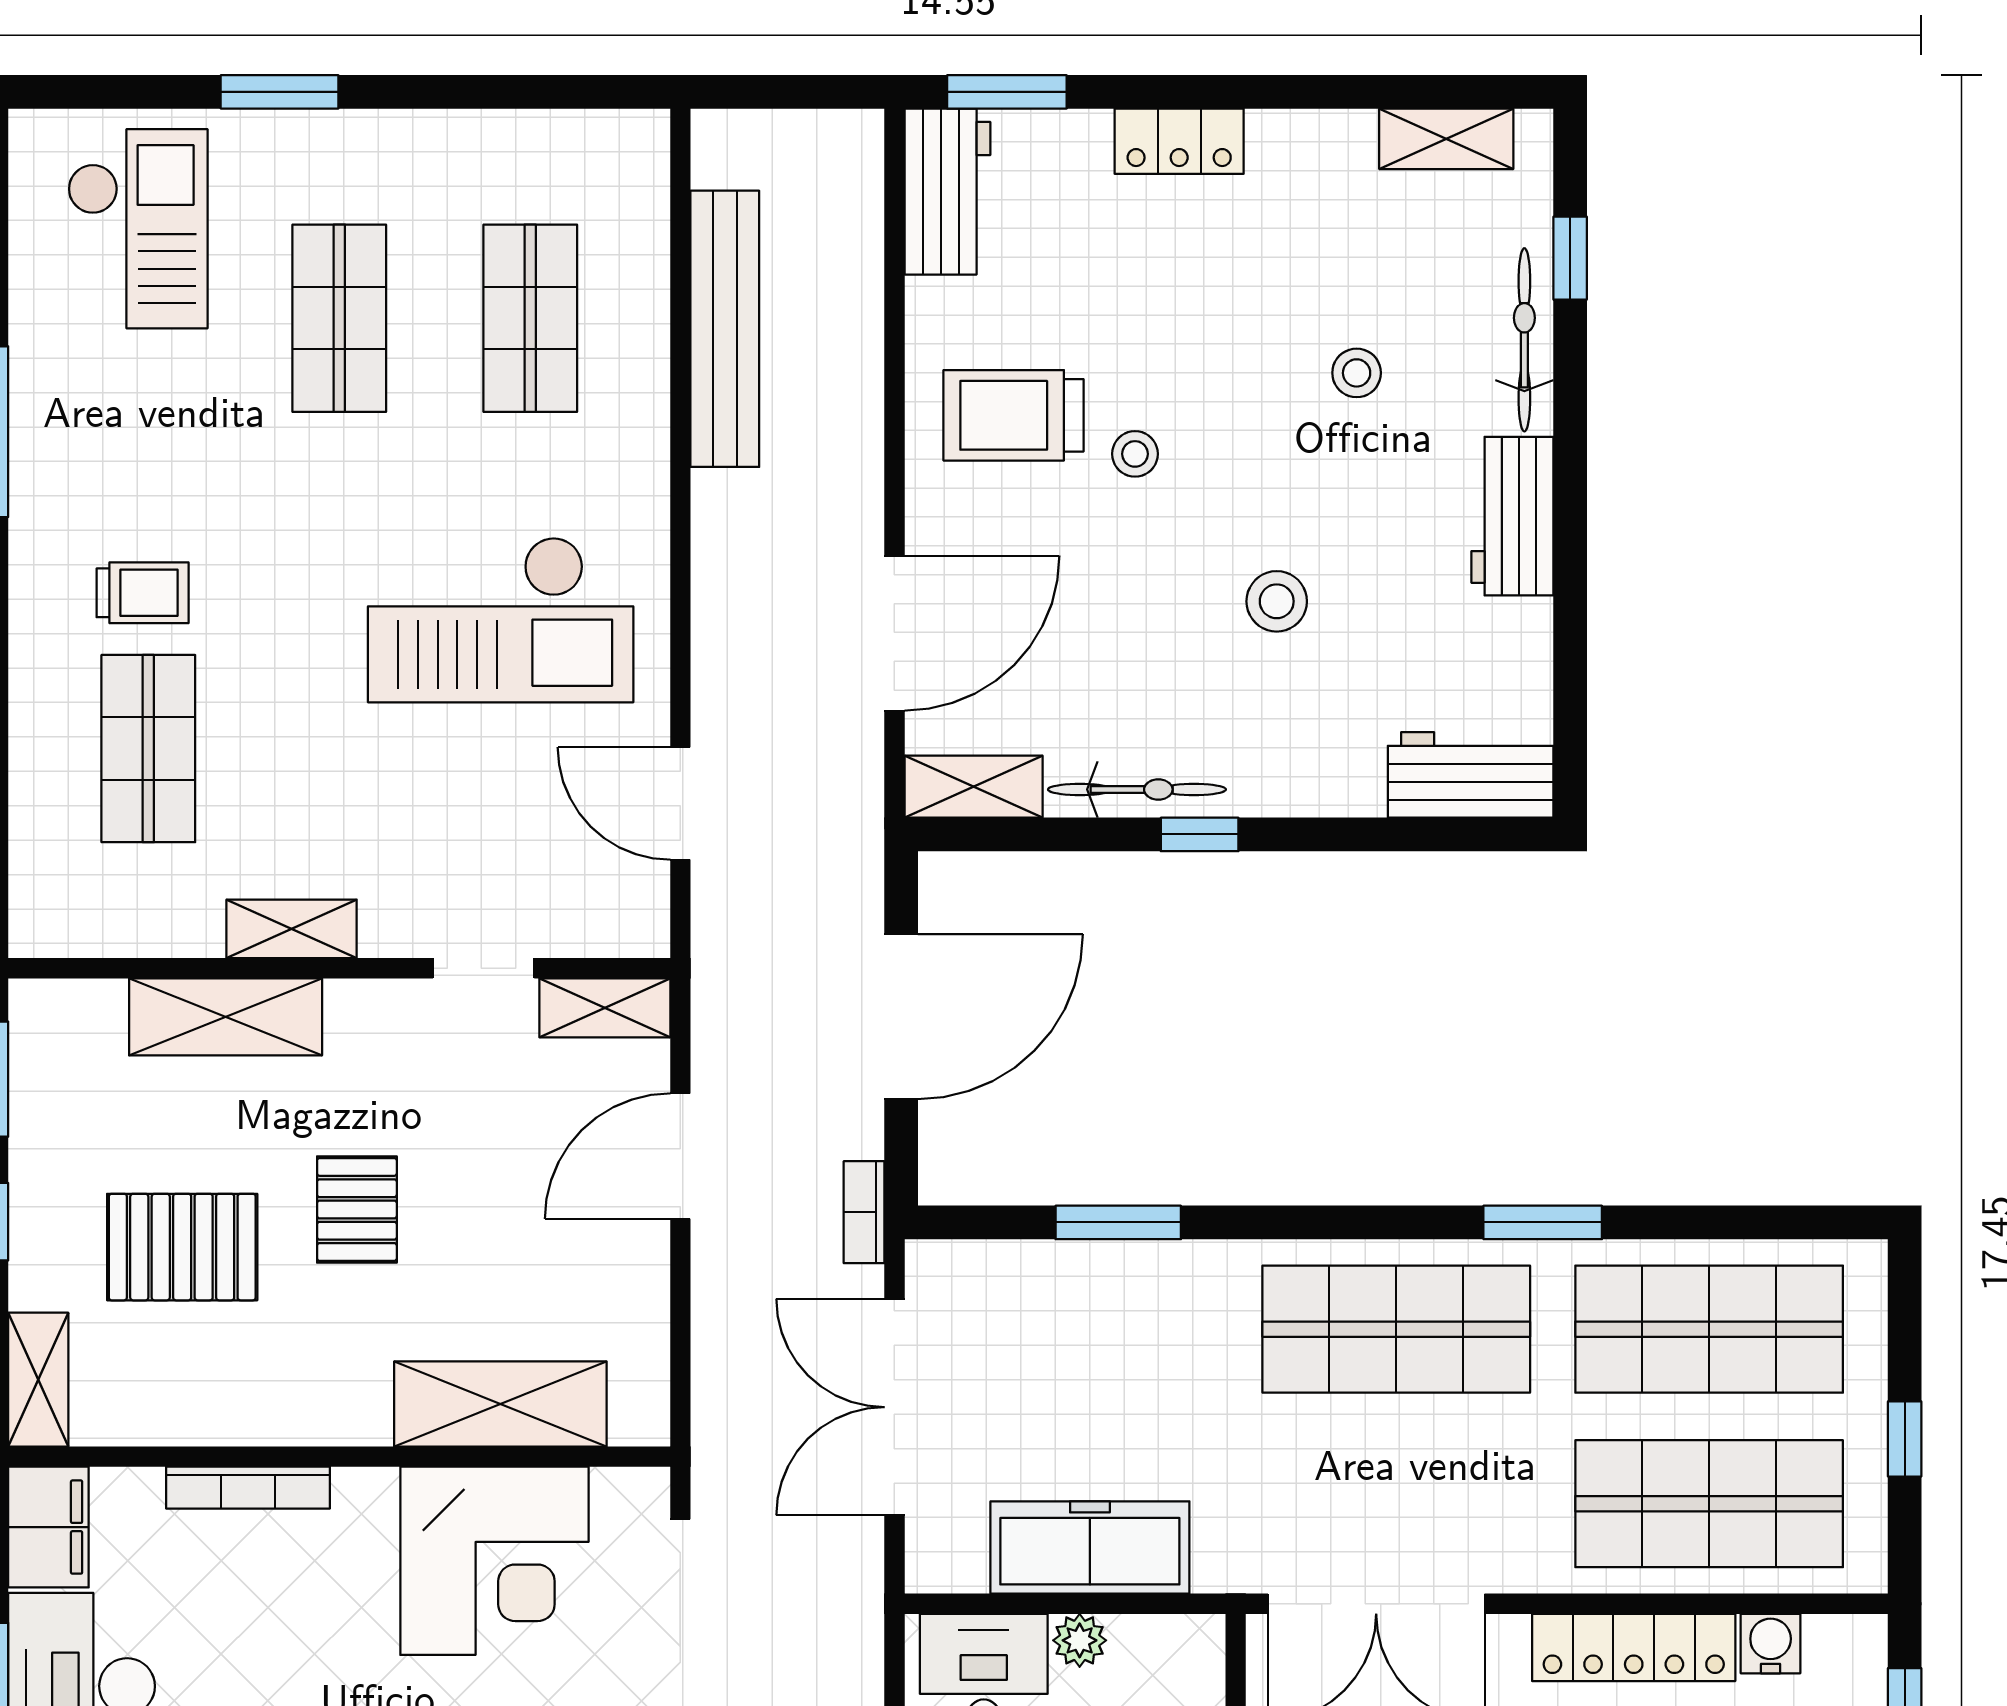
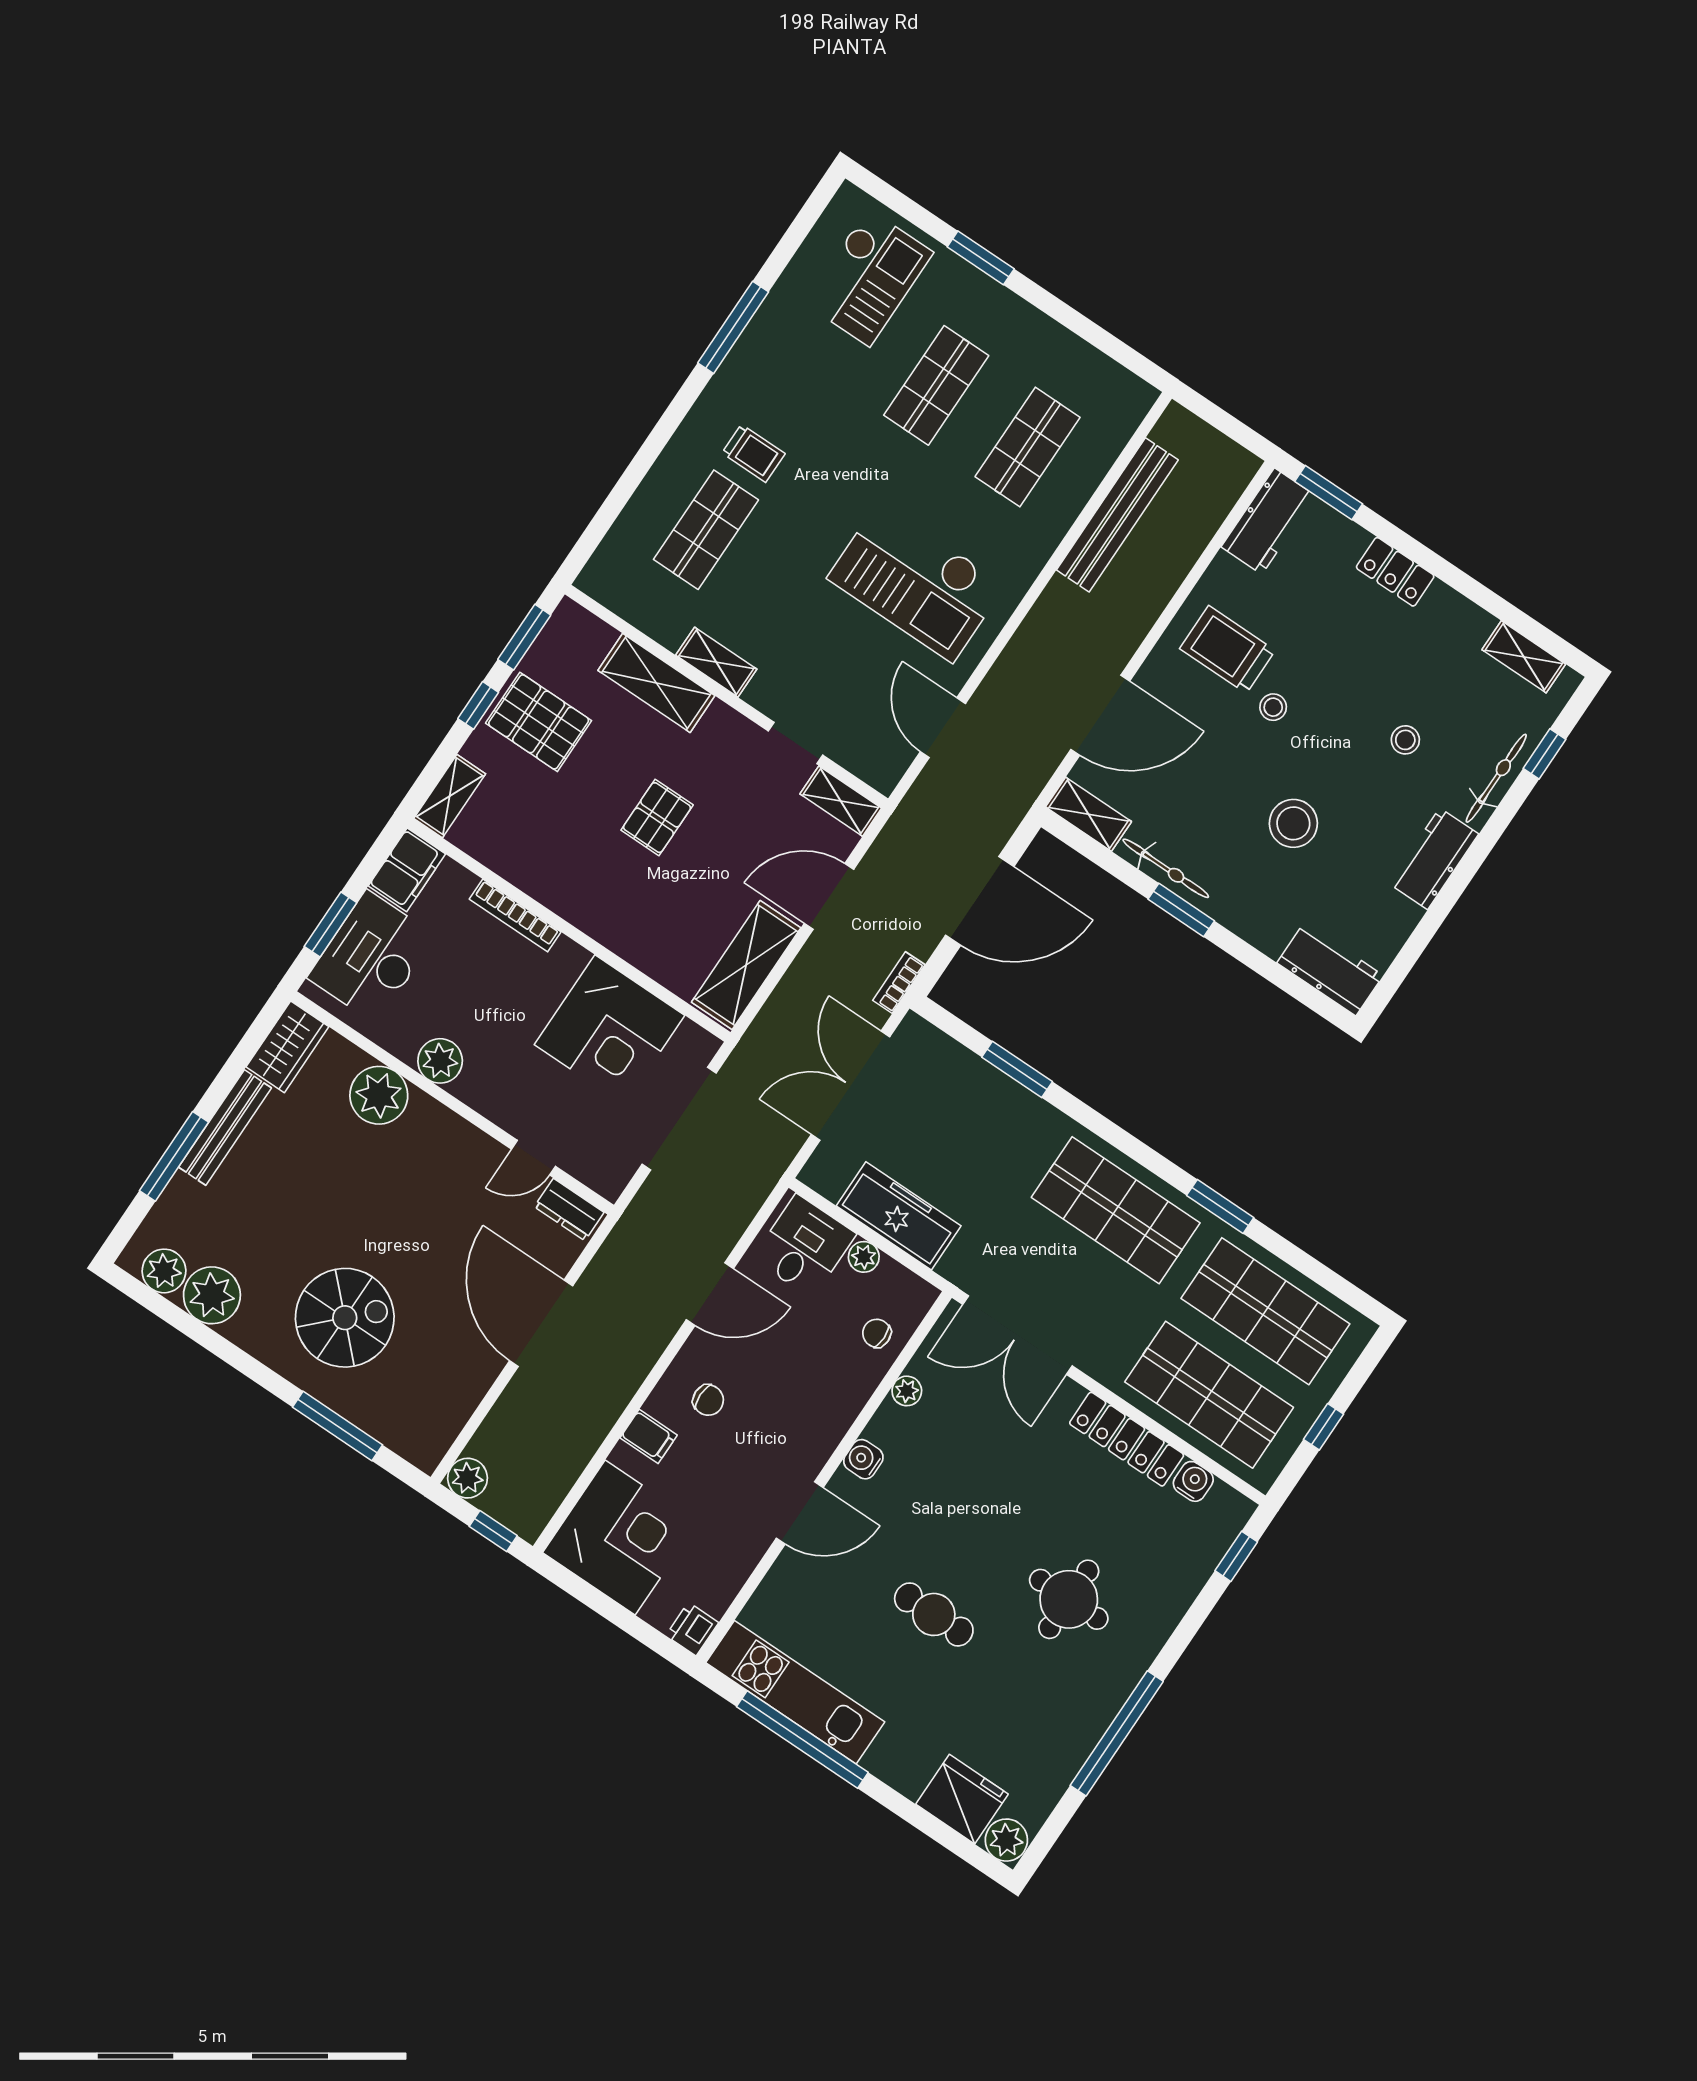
stool: (1277, 601) -> (1293, 823), width x1.38, depth x1.38
window: (1200, 834) -> (1181, 910), width x1.50
pallet: (182, 1247) -> (539, 722), moved
shelving: (500, 1404) -> (746, 965), moved, turned 90

